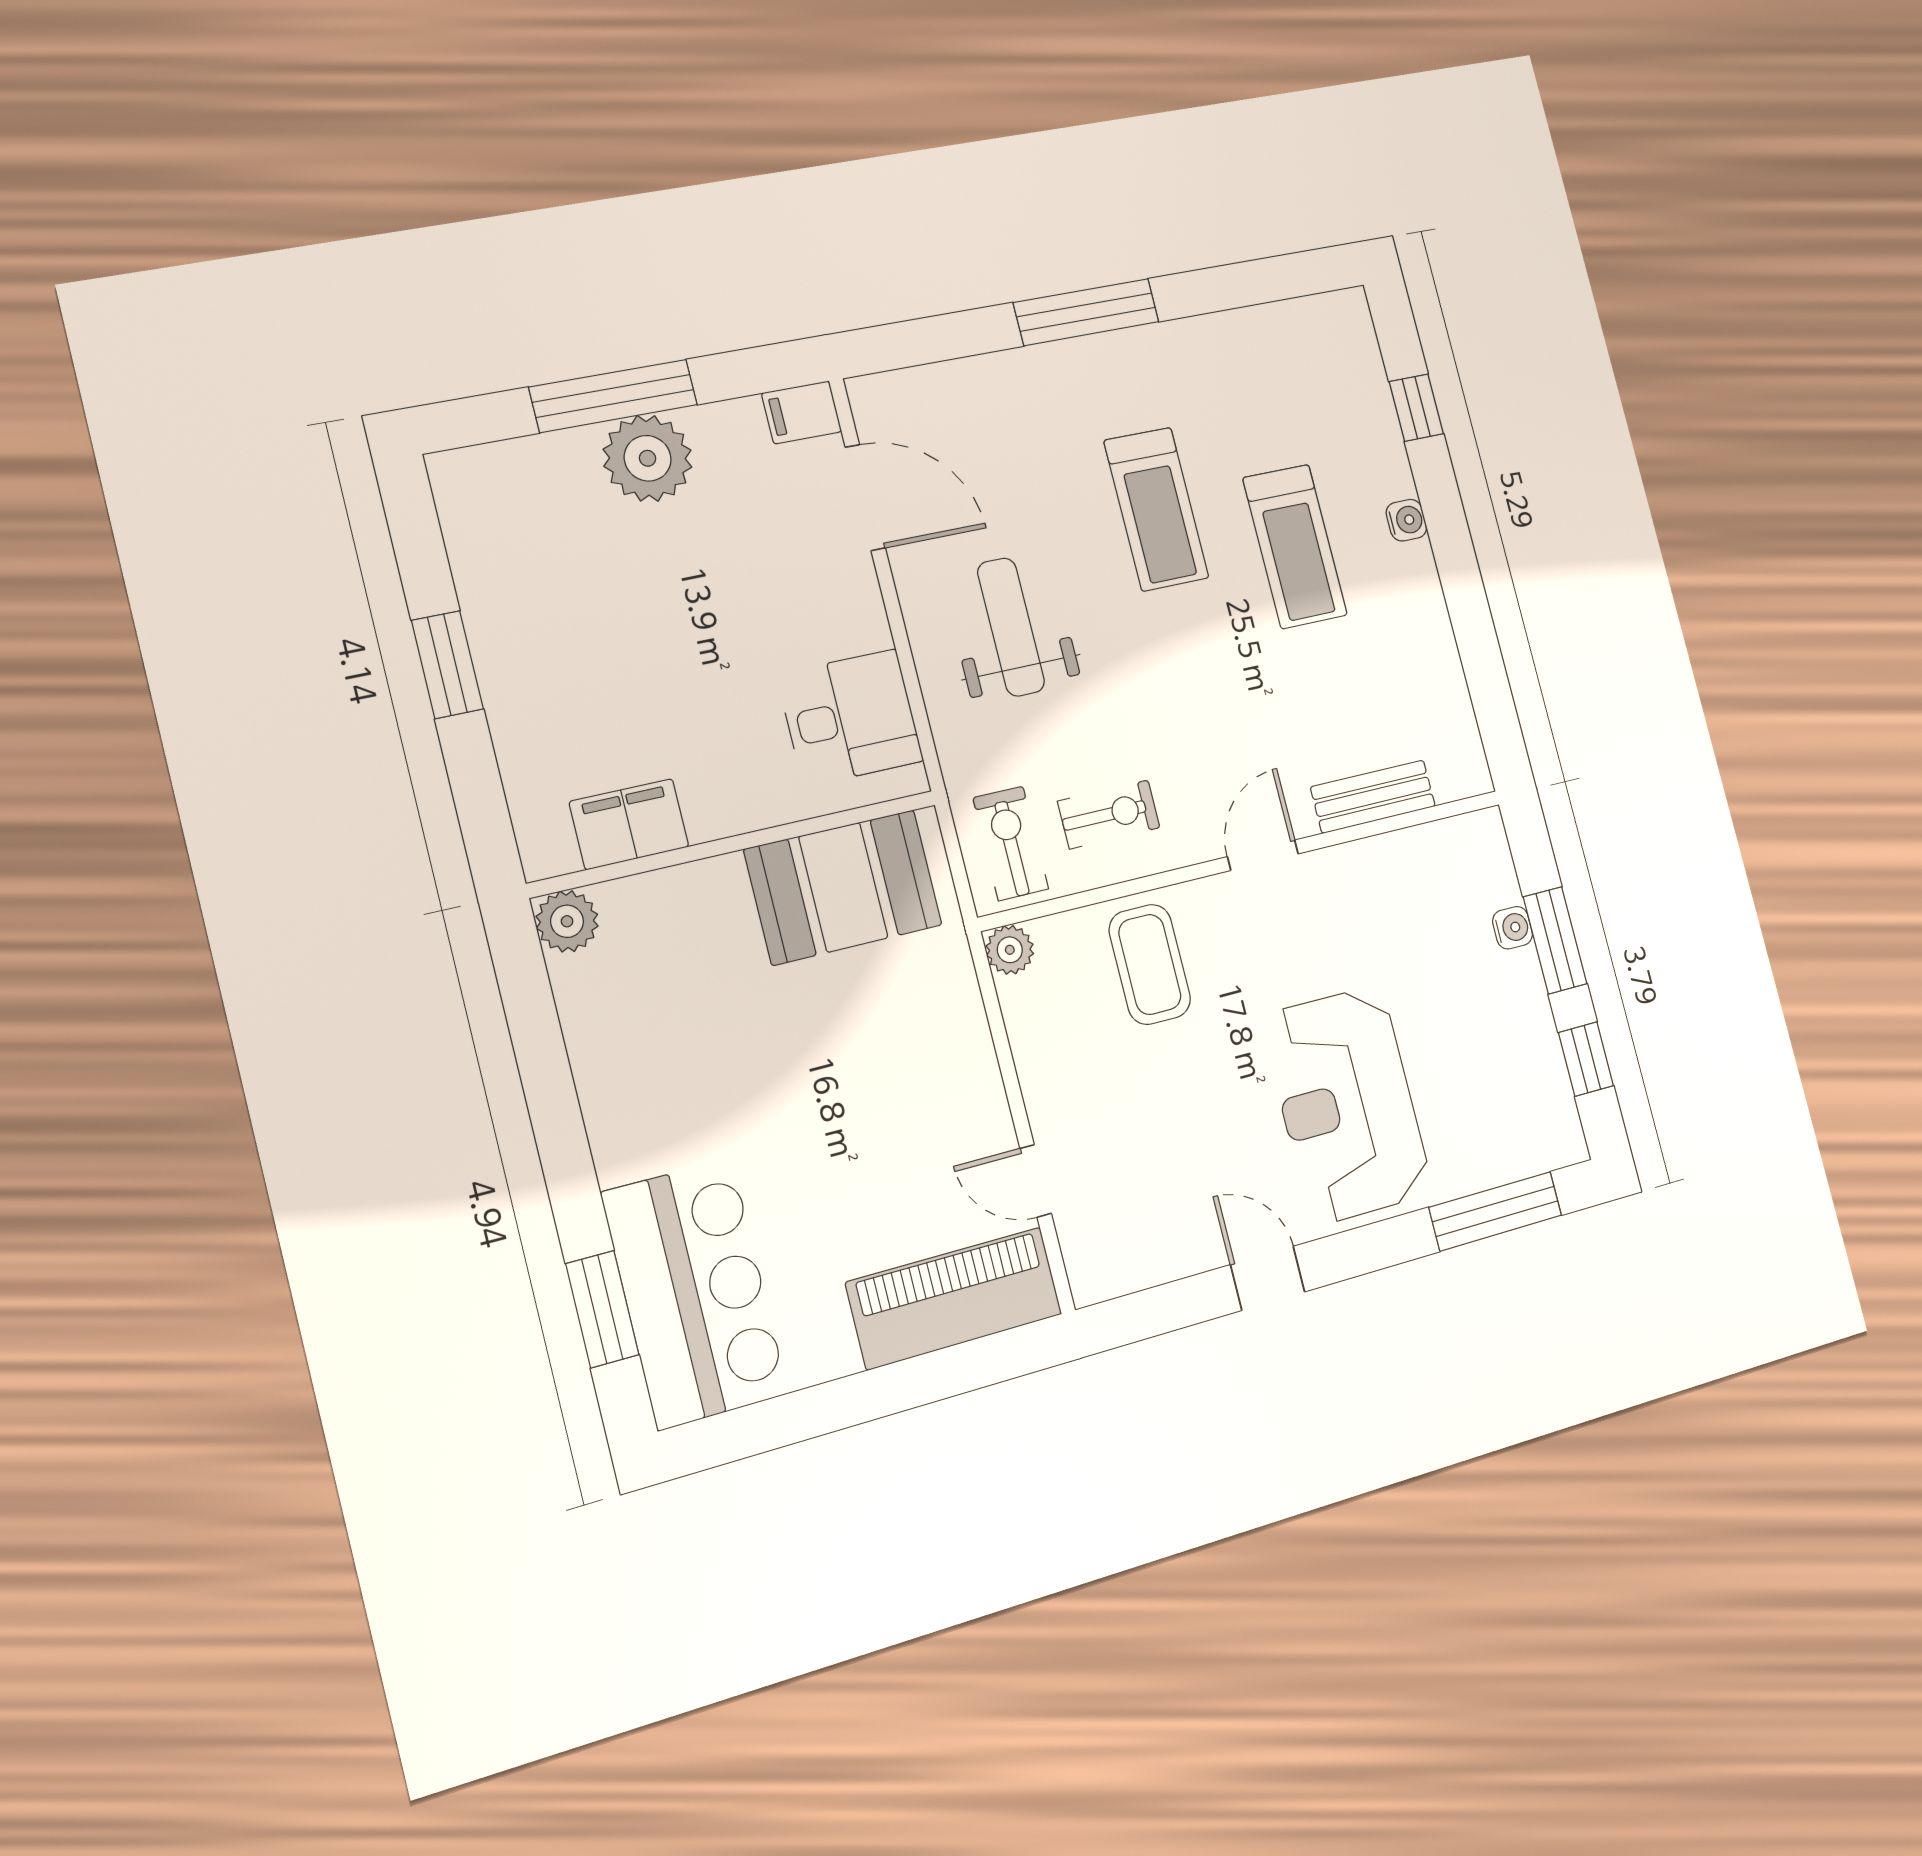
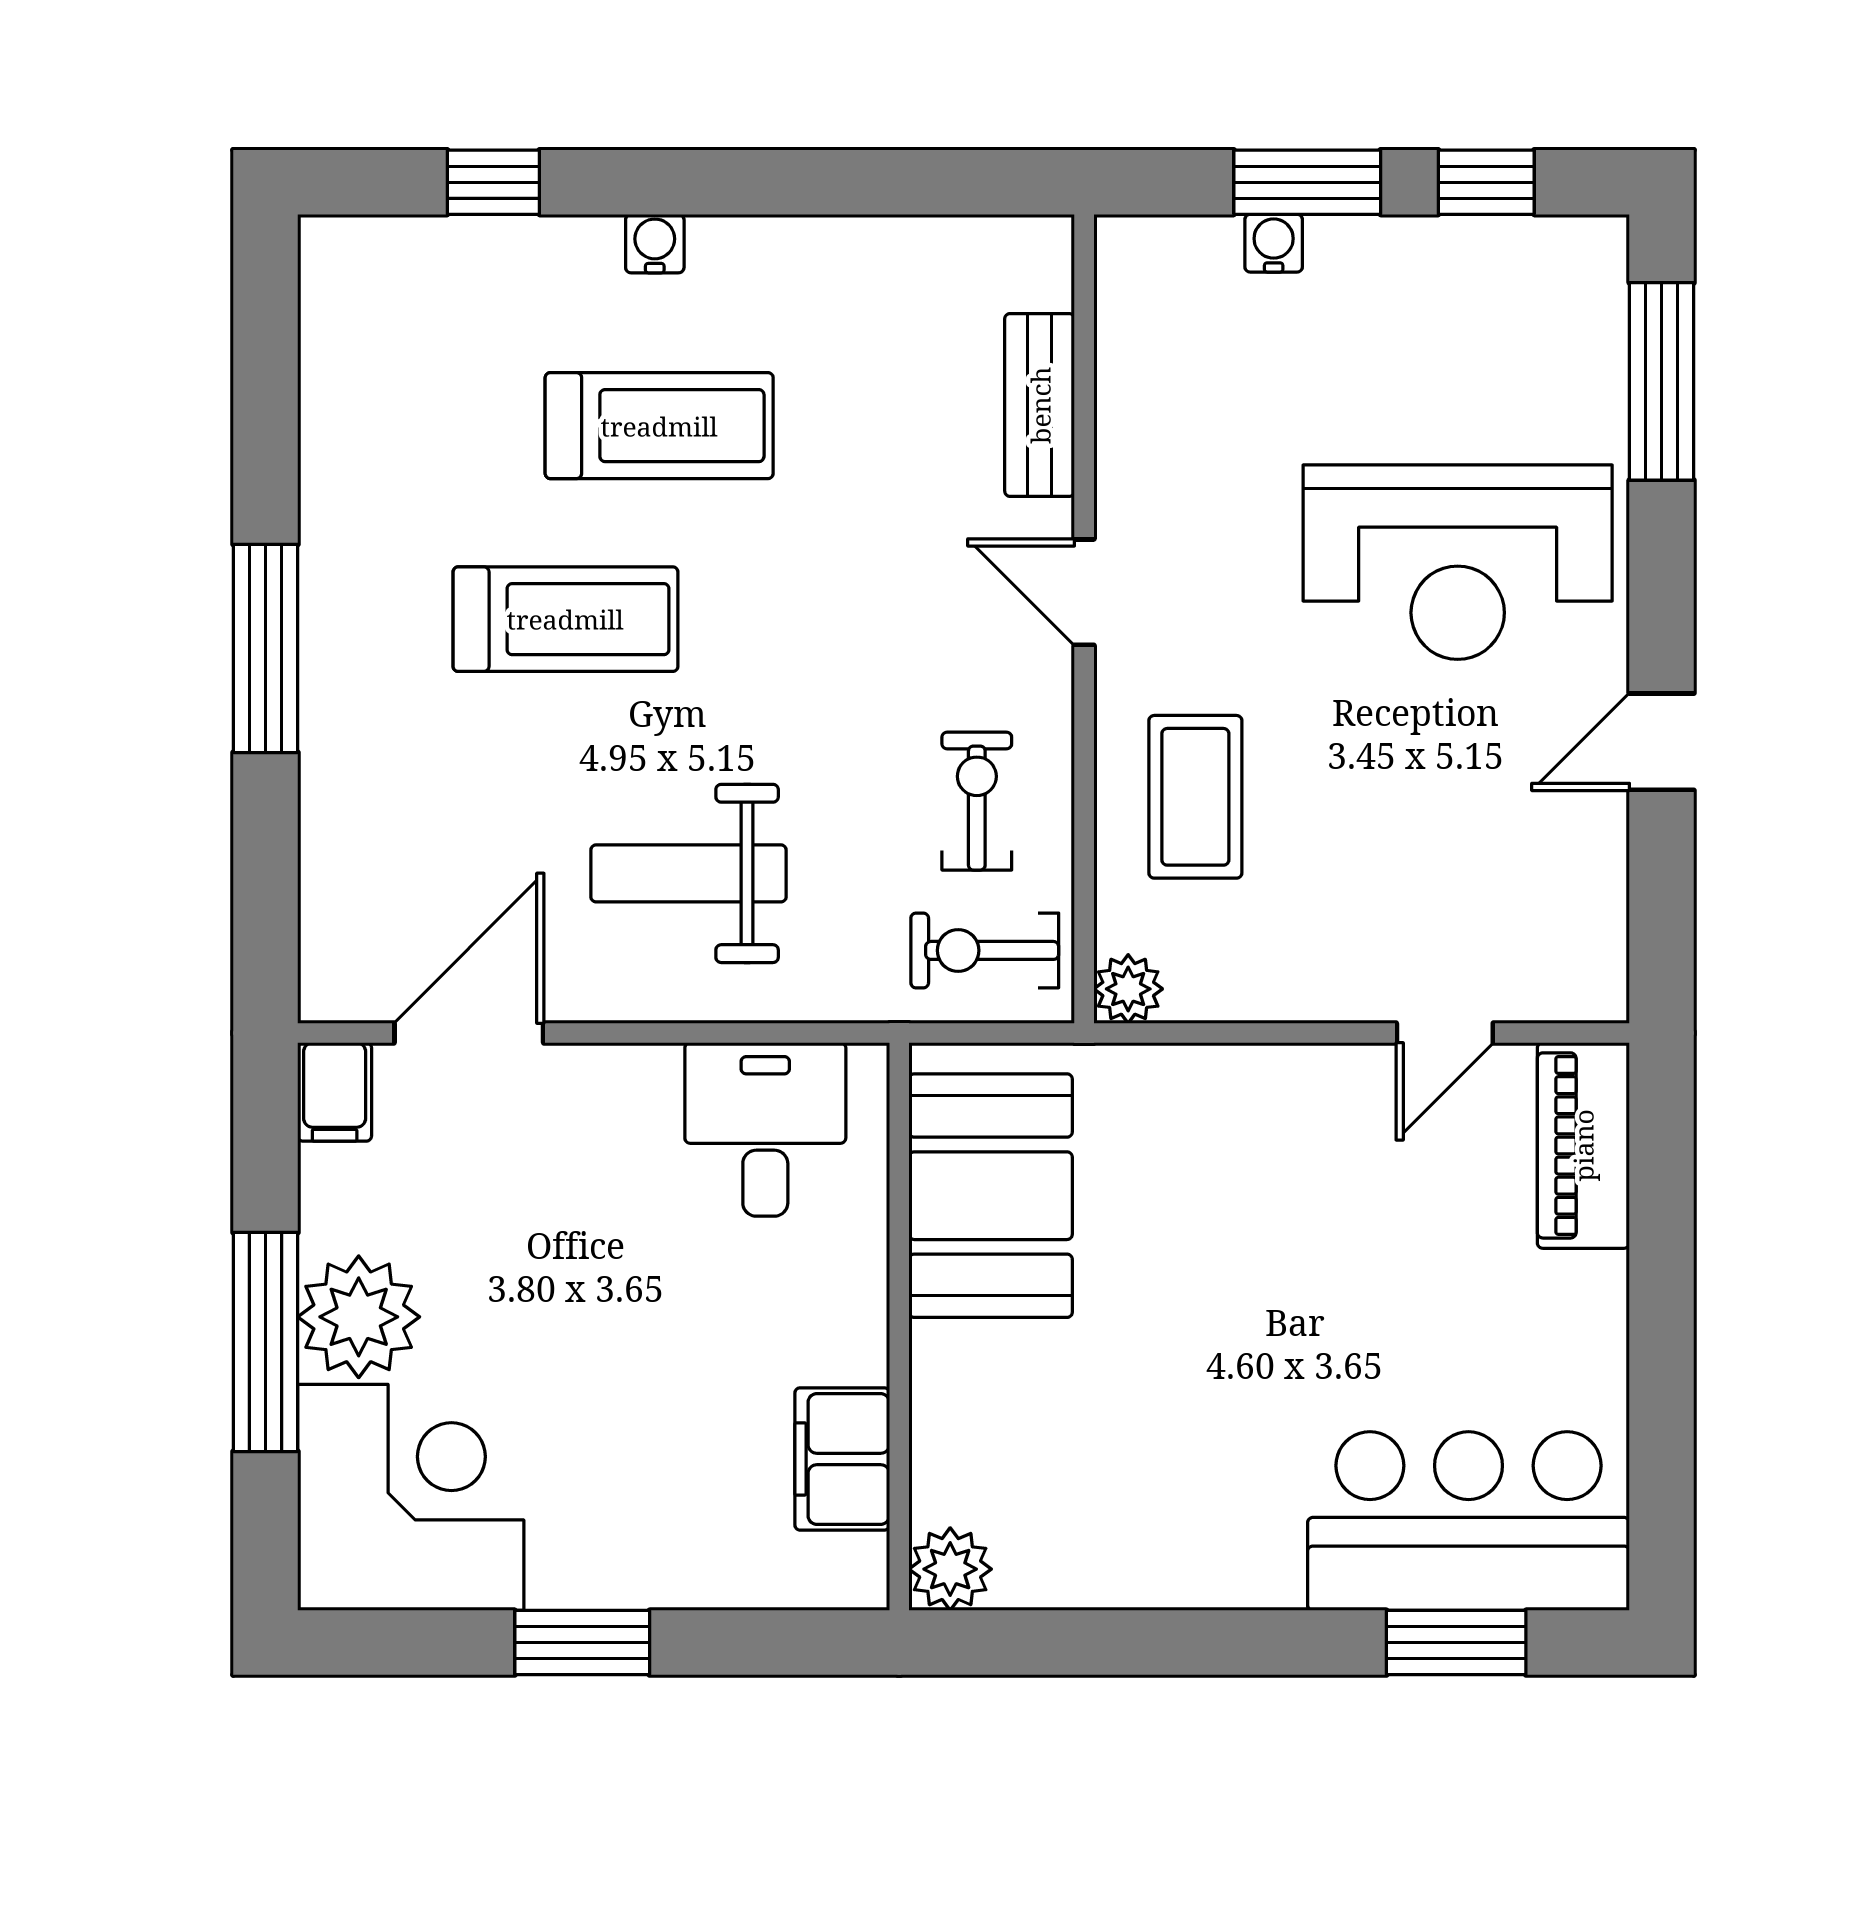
corner desk: (526, 520) -> (411, 1497), added
coffee table: (1150, 964) -> (1195, 797), turned 90
piano: (954, 1298) -> (1583, 1145), width x0.73, depth x0.75

